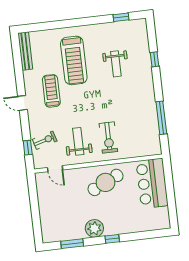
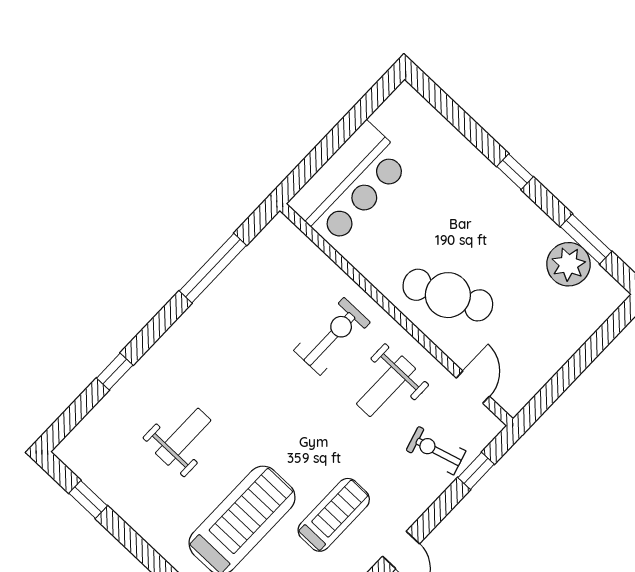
treadmill: (51, 91) -> (334, 515), turned 180
cafe table: (106, 182) -> (448, 295), moved
plant: (94, 228) -> (569, 264), moved

